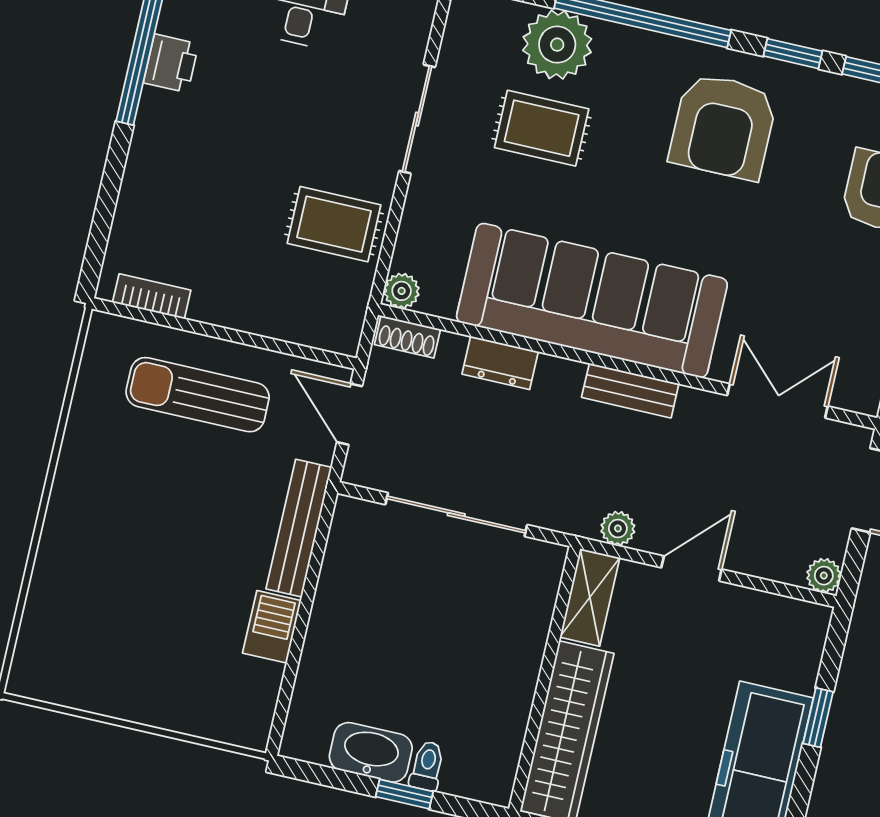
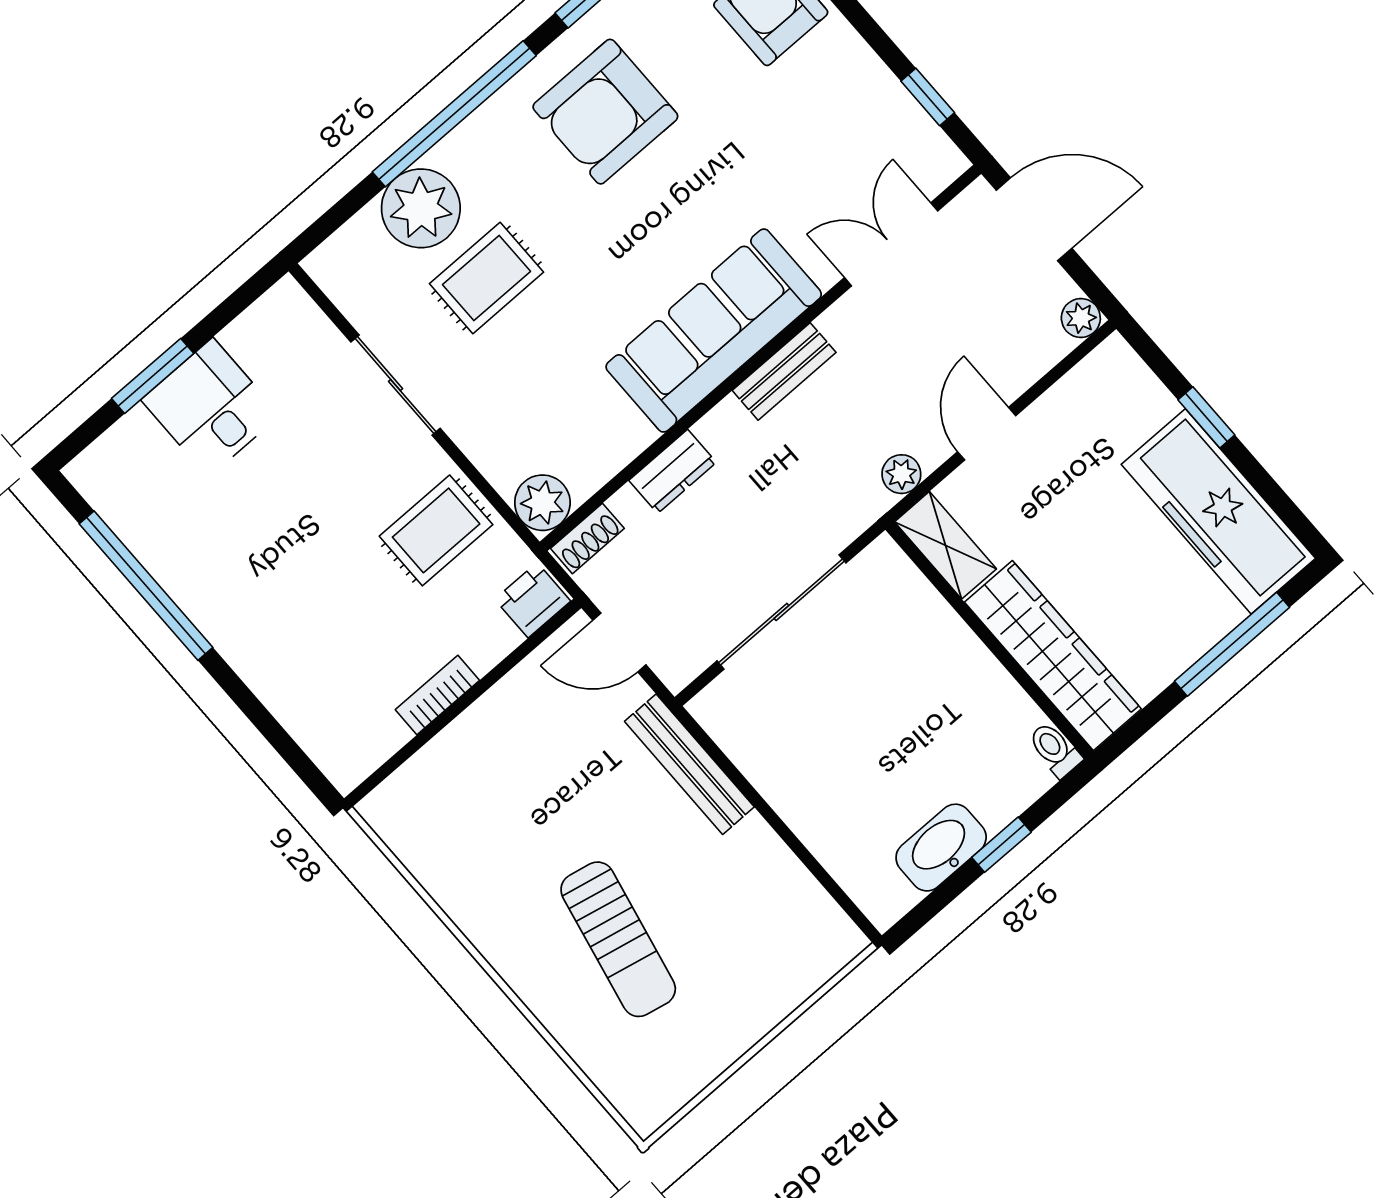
printer: (171, 63) -> (533, 600), moved, turned -90
armchair: (723, 126) -> (605, 112), turned 90
plant: (402, 291) -> (542, 503), width x1.38, depth x1.38
bookcase: (152, 296) -> (437, 695), moved
sofa: (592, 300) -> (714, 331), width x0.74, depth x0.79
sun lounger: (198, 395) -> (618, 939), moved, turned -78
barbecue: (272, 627) -> (761, 854), removed
toilet: (427, 766) -> (1055, 750), moved

